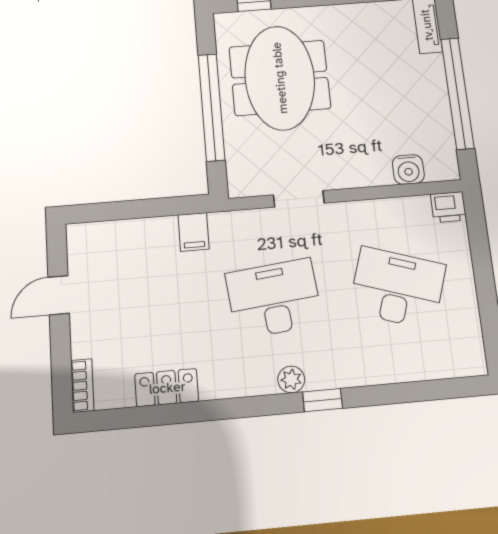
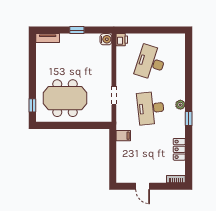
window: (457, 93) -> (77, 30), width x0.32
window: (211, 107) -> (75, 125), removed
water cooler: (408, 169) -> (106, 39), moved
window: (323, 400) -> (189, 118), moved

